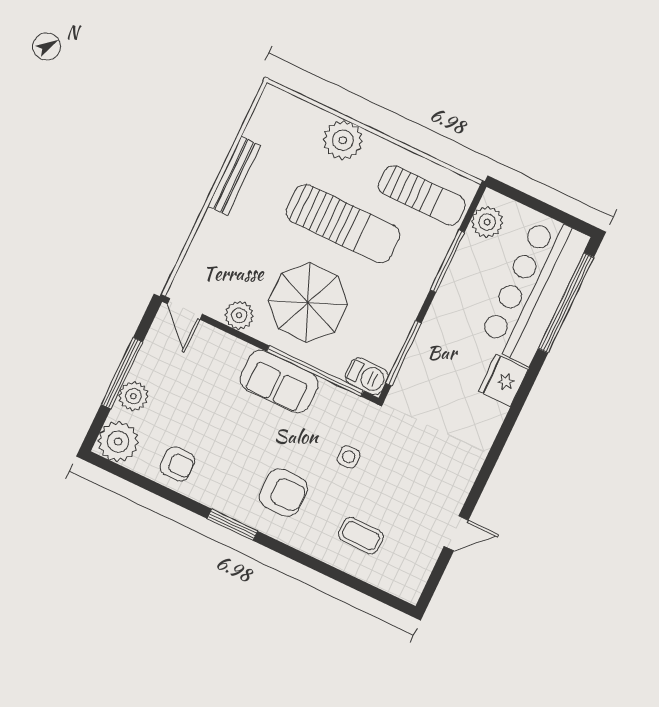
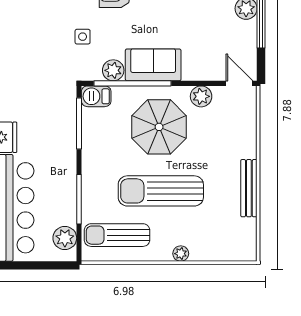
plant: (343, 140) -> (181, 254), width x0.53, depth x0.53
plant: (331, 398) -> (113, 70), added

